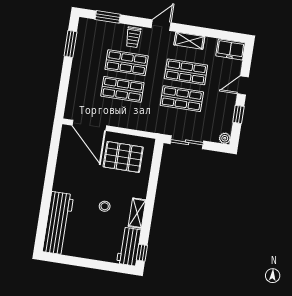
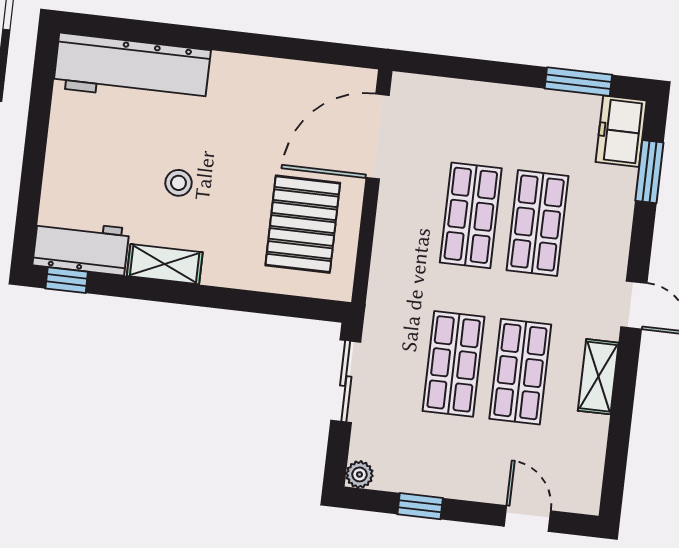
trolley: (133, 37) -> (601, 237), removed
freezer: (231, 49) -> (621, 131), moved
door: (243, 85) -> (527, 518), moved

